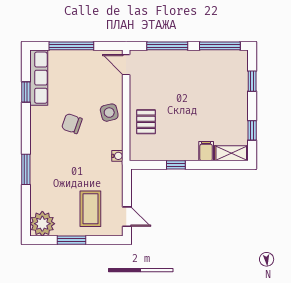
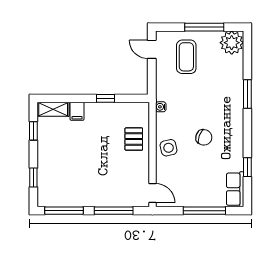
row of seats: (39, 78) -> (235, 189), width x0.68
window: (71, 240) -> (204, 27), width x1.44

